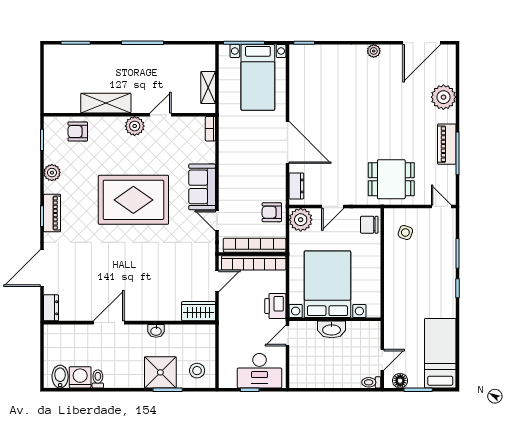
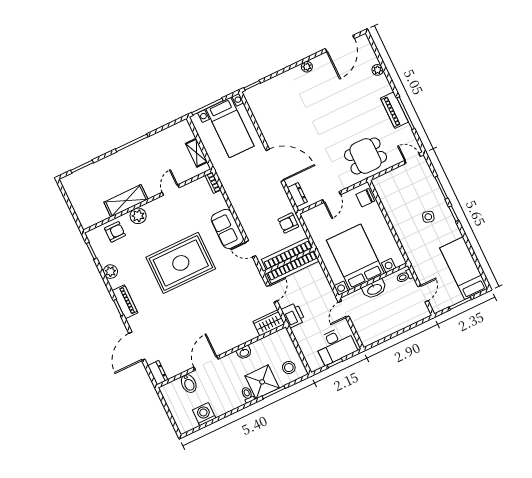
plant: (443, 97) -> (378, 70), width x0.53, depth x0.53
plant: (135, 126) -> (138, 216), moved
armchair: (78, 132) -> (115, 232), turned 180
plant: (301, 220) -> (312, 218), removed
side table: (405, 232) -> (428, 217), moved
printer: (275, 306) -> (293, 315), moved, turned 180
bidet: (60, 377) -> (189, 383), moved, turned 180
toilet: (98, 379) -> (248, 395), moved
floor lamp: (400, 381) -> (444, 303), removed
toilet: (371, 382) -> (405, 276), moved

